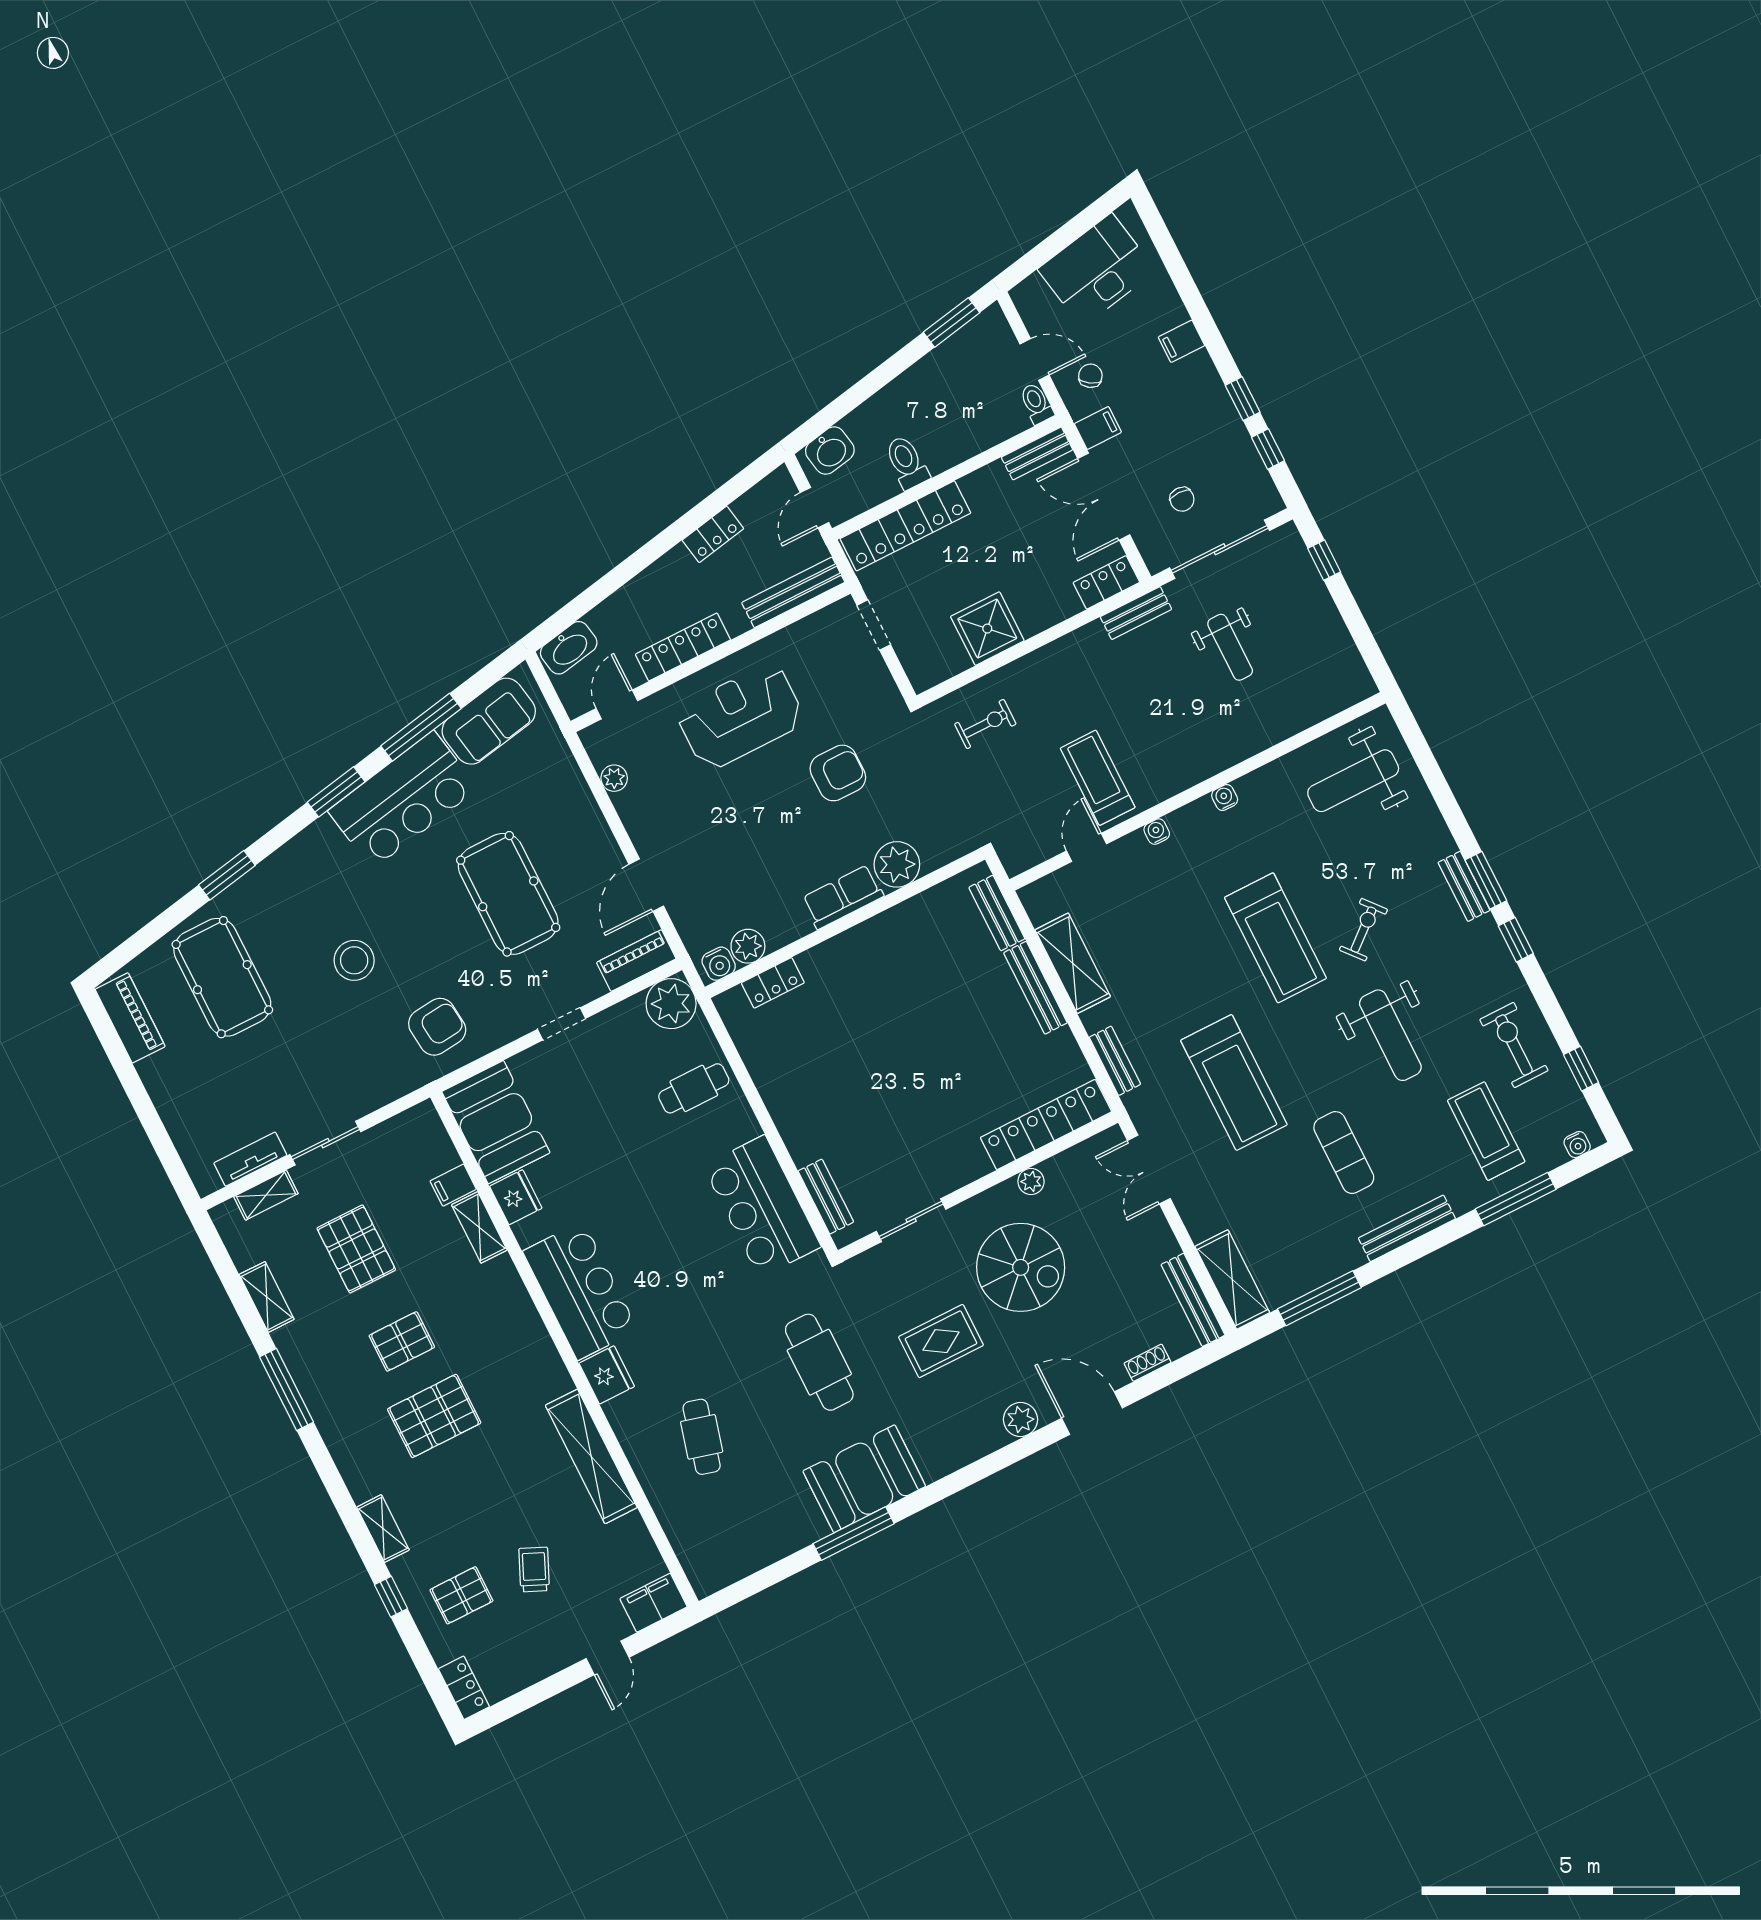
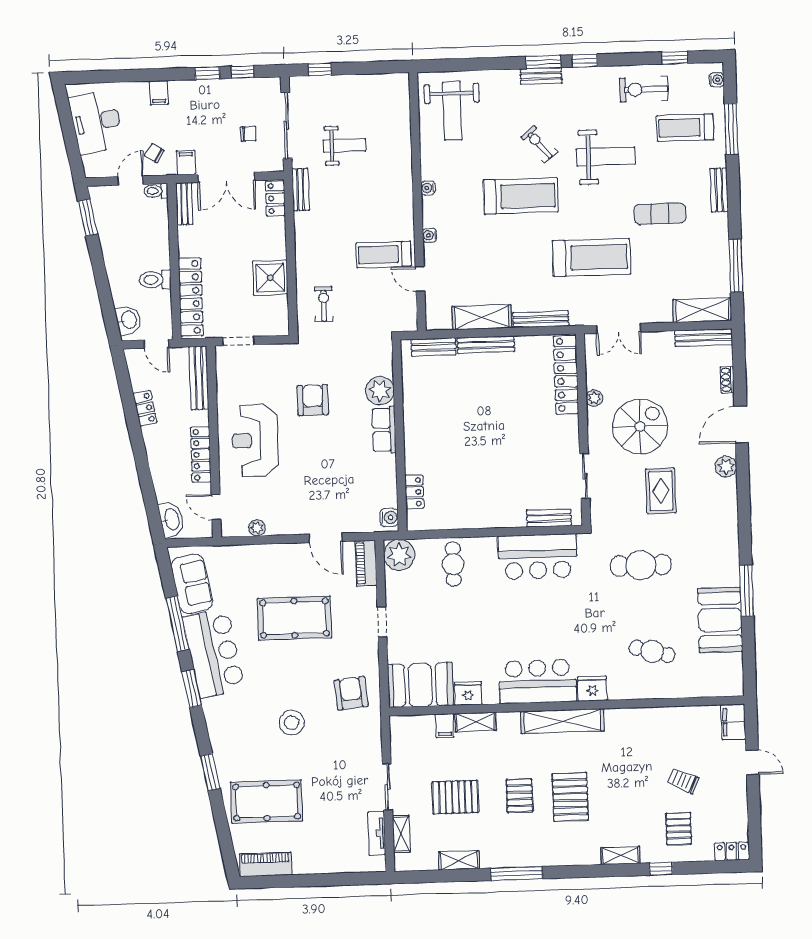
plant: (748, 946) -> (387, 496), removed
bench: (1115, 1061) -> (541, 319), width x1.36
bench: (1407, 1228) -> (719, 190), width x0.73
shelving: (591, 1456) -> (562, 721), moved
booth: (864, 1479) -> (720, 620), moved

